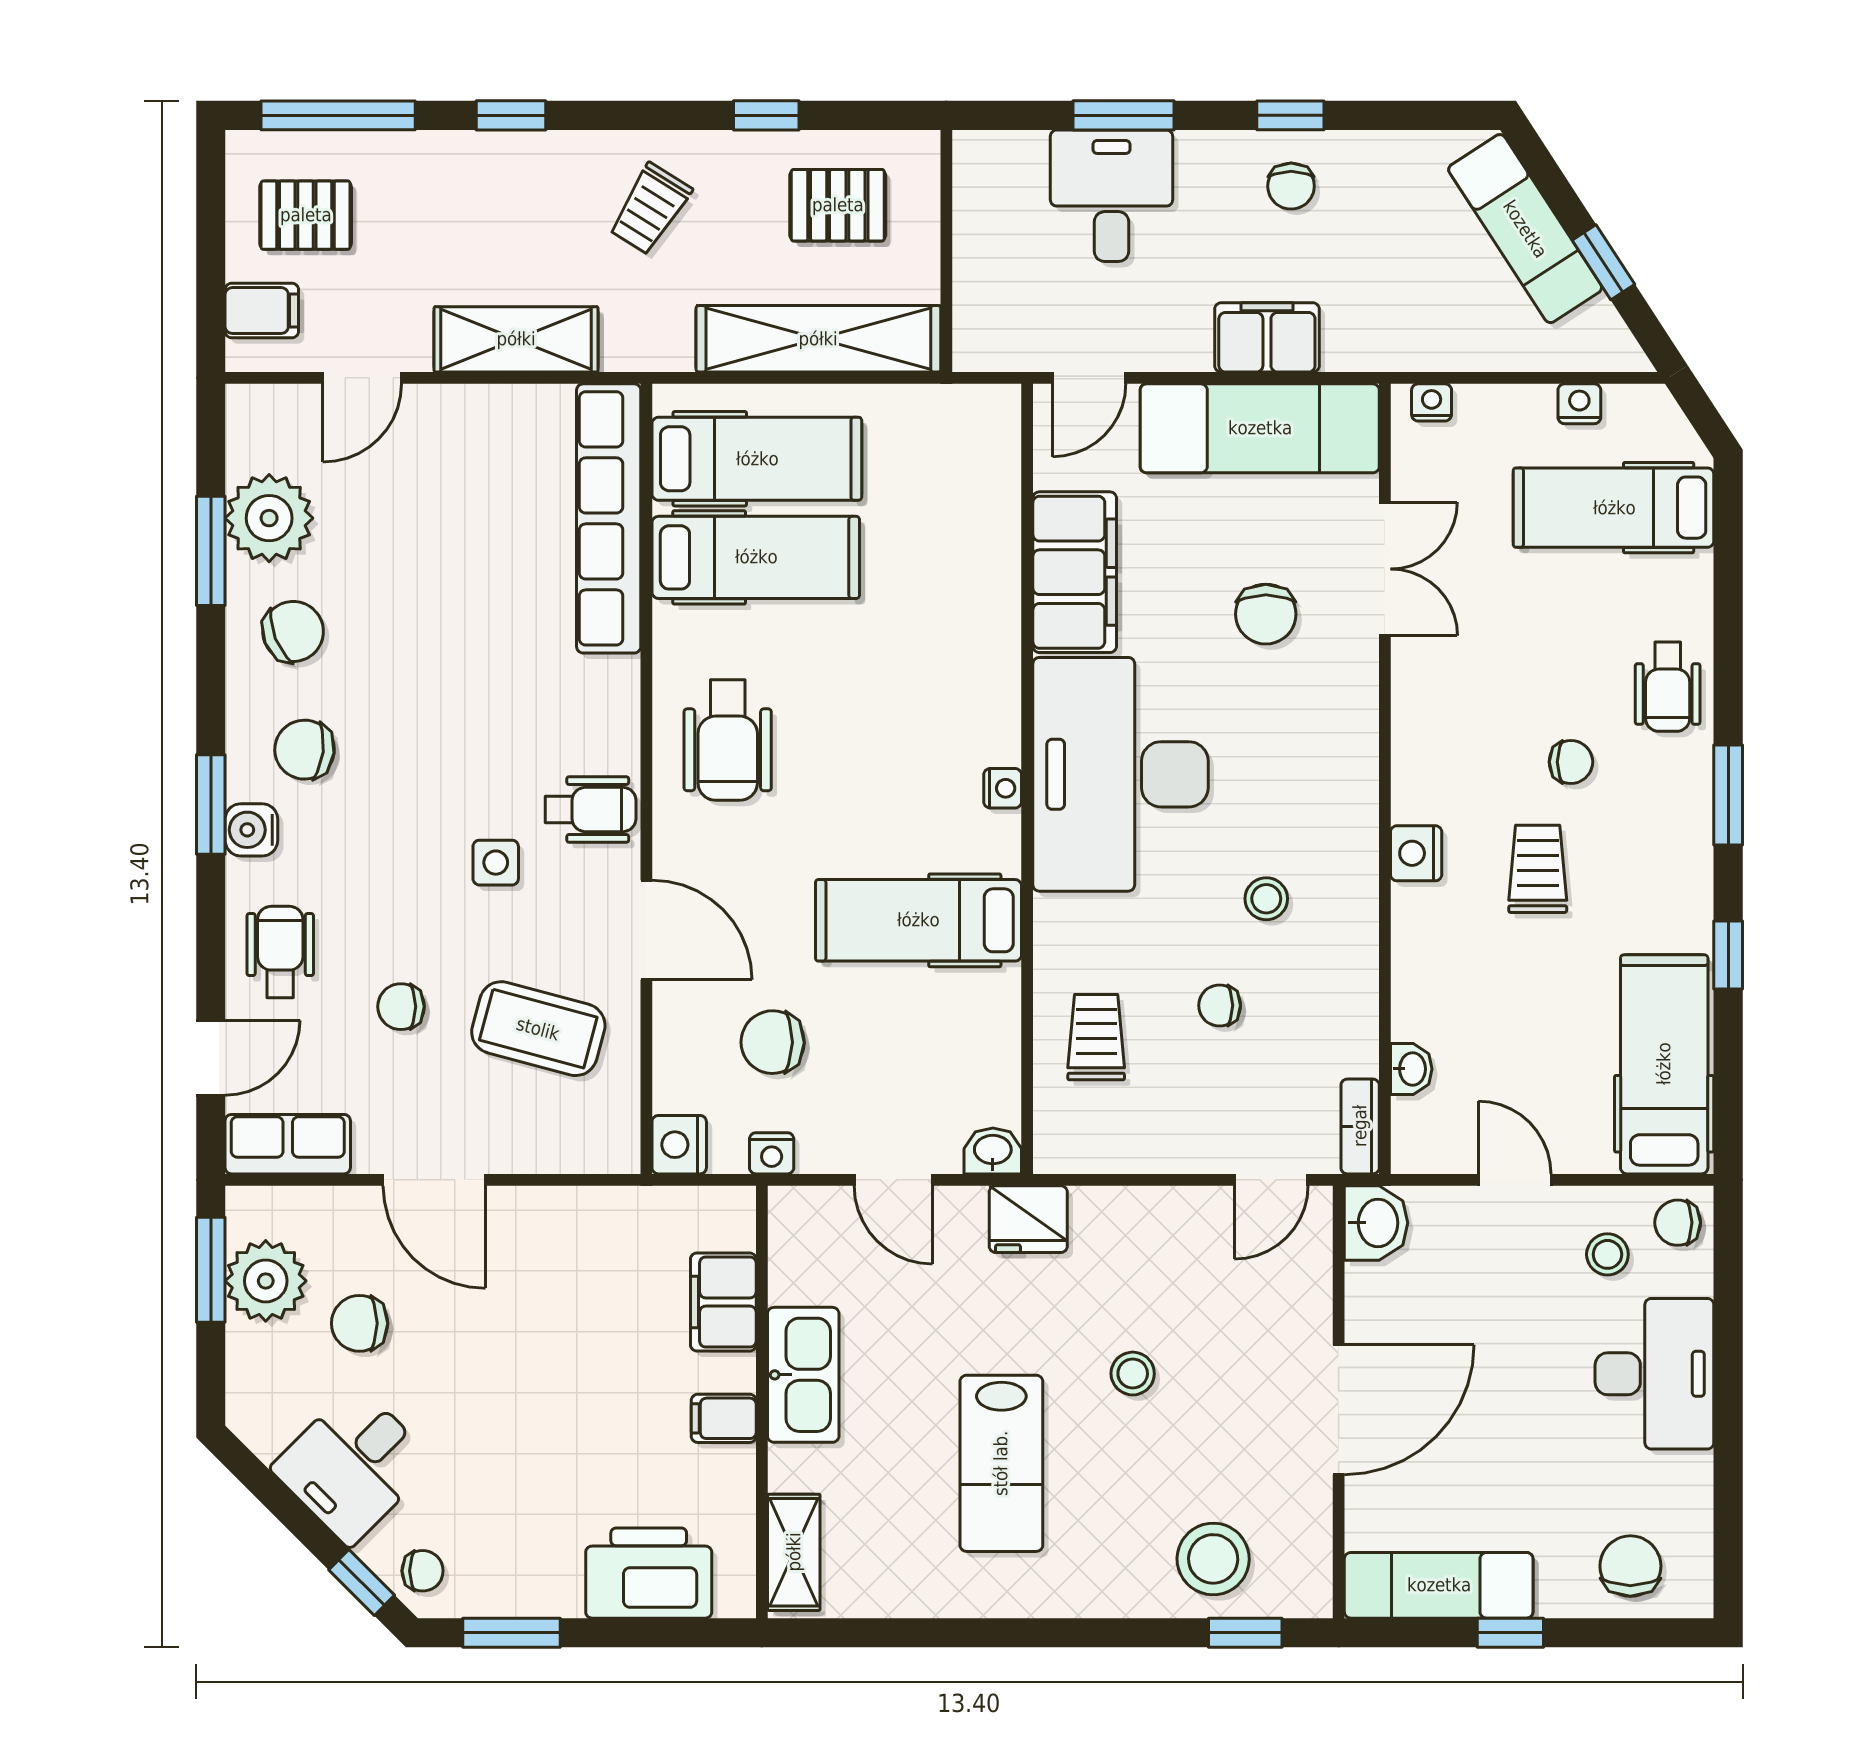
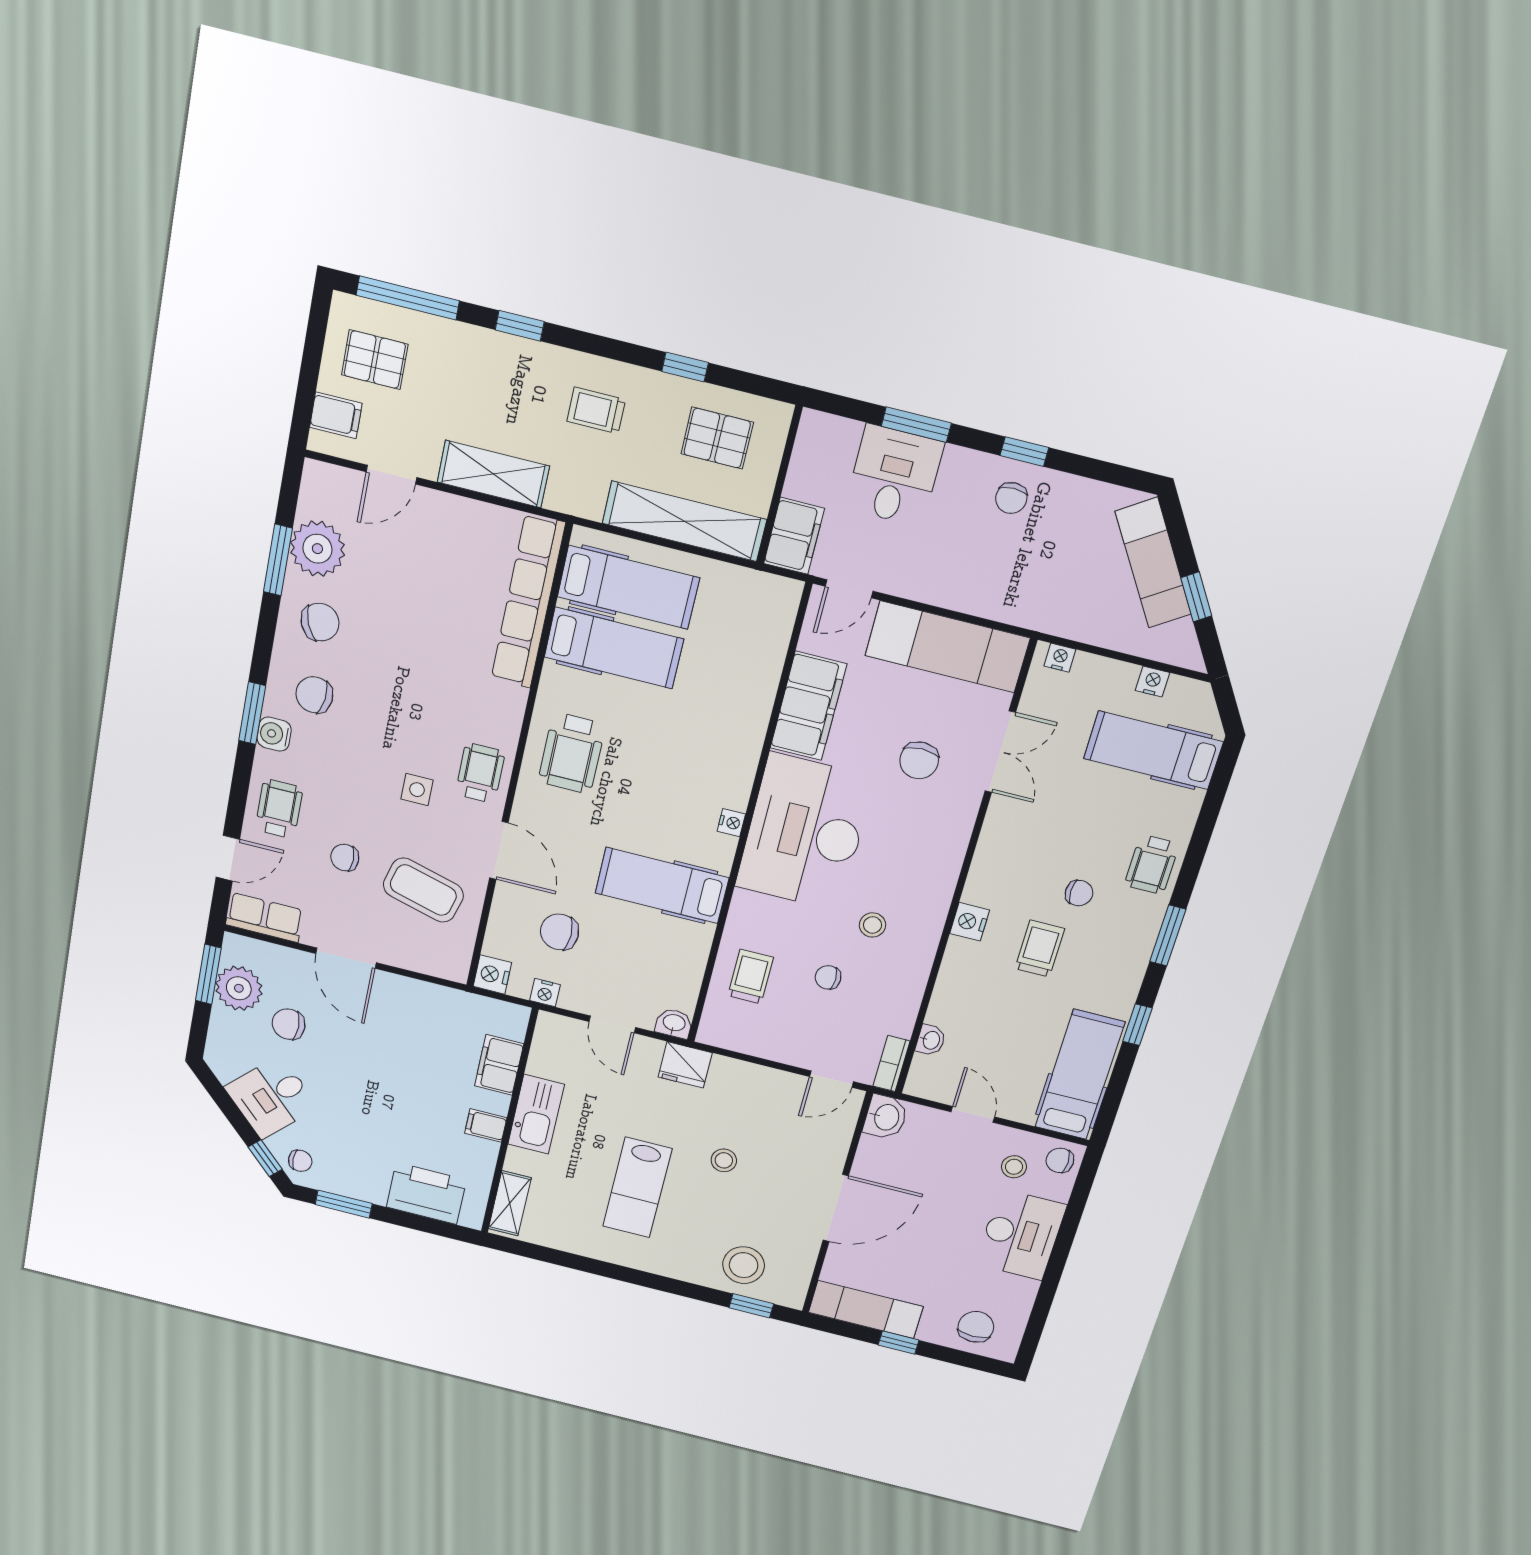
trolley: (650, 209) -> (596, 410), turned 58
filing cabinet: (1267, 337) -> (794, 536), moved, turned 90
wheelchair: (590, 809) -> (480, 773), turned -90

